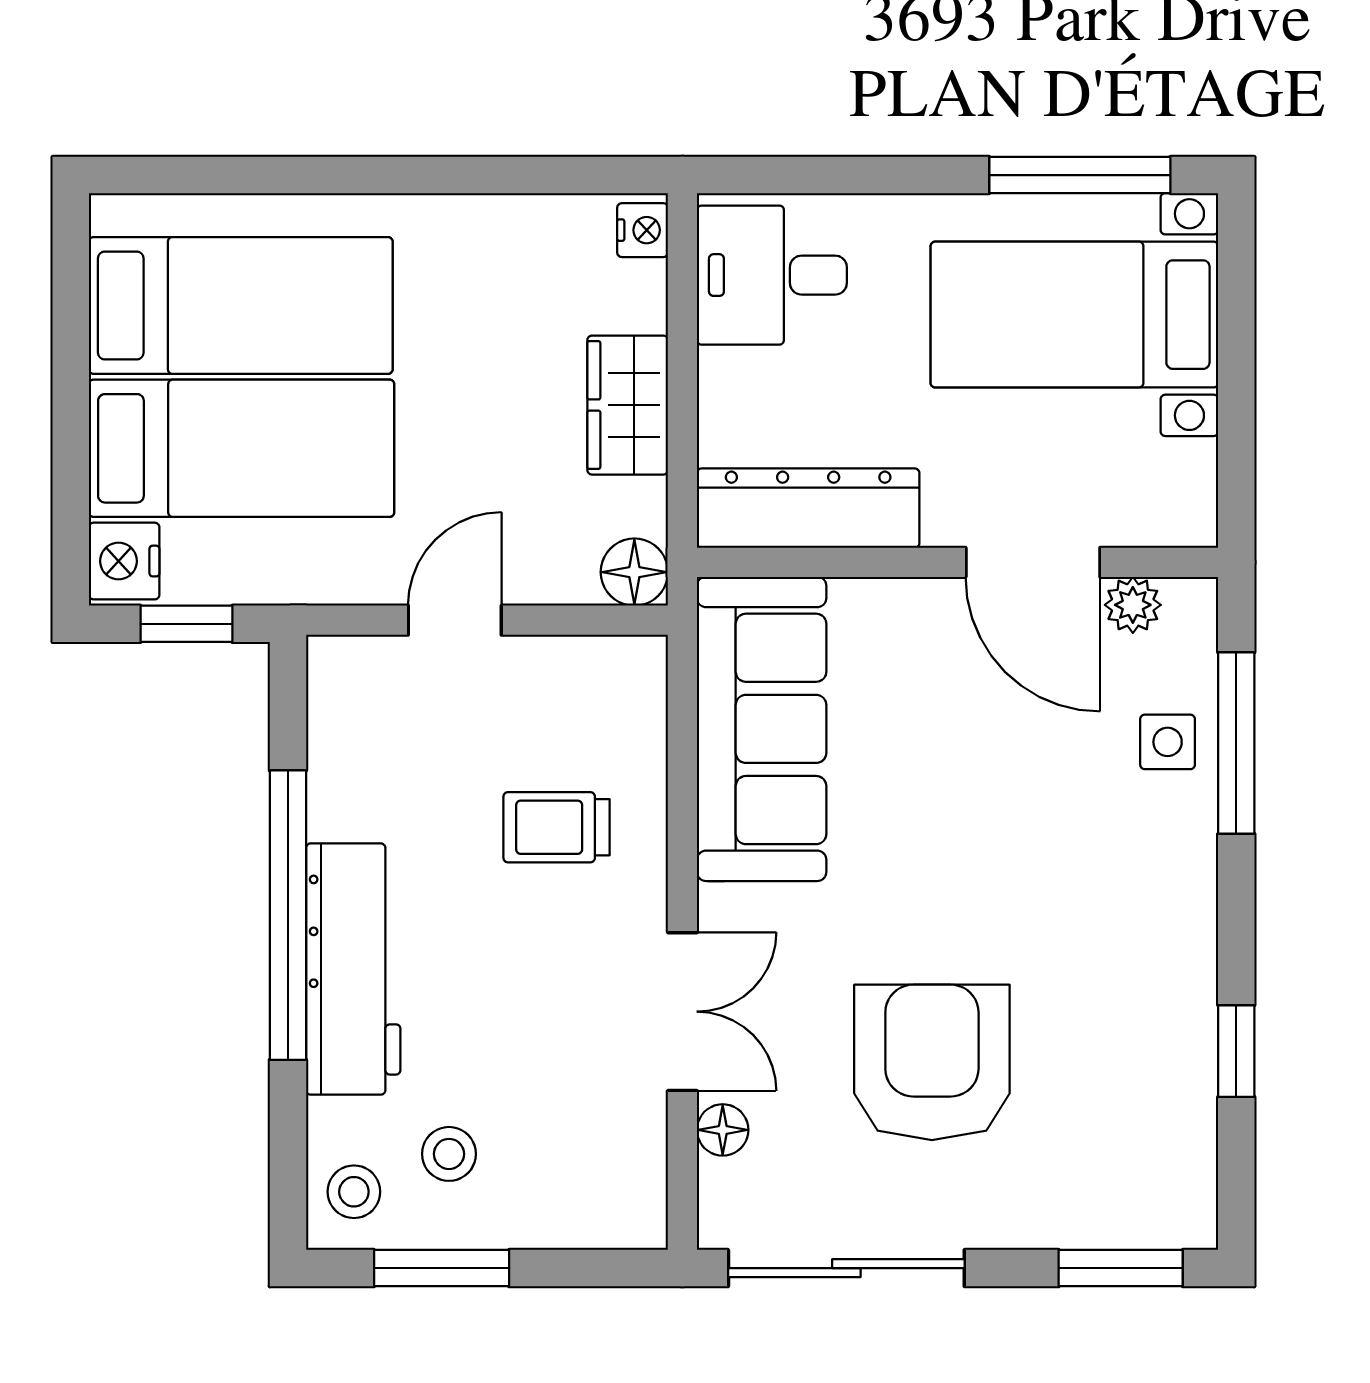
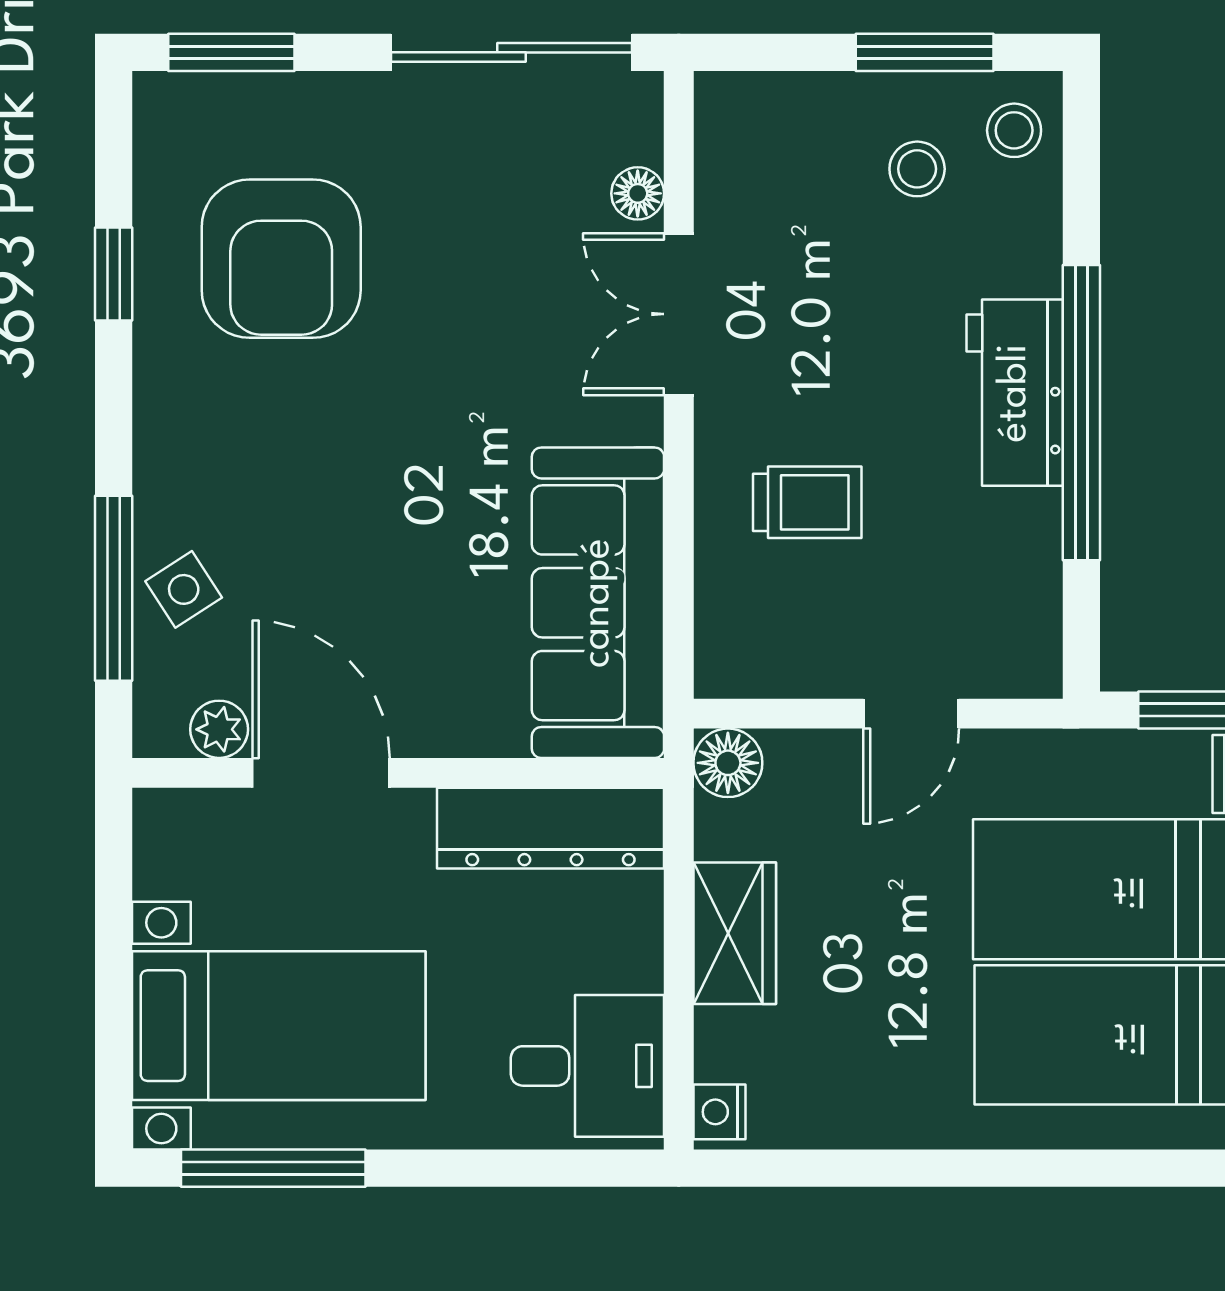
side table: (1168, 742) -> (184, 589), turned -33
workbench: (353, 969) -> (1015, 393), width x0.73
armchair: (932, 1062) -> (281, 259), moved

